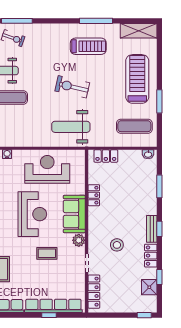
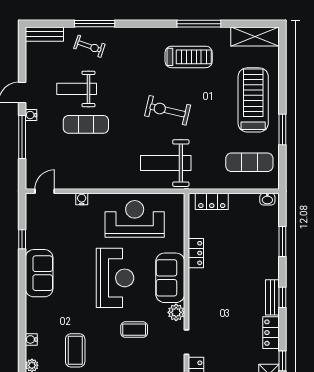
stool: (117, 245) -> (226, 319), removed

